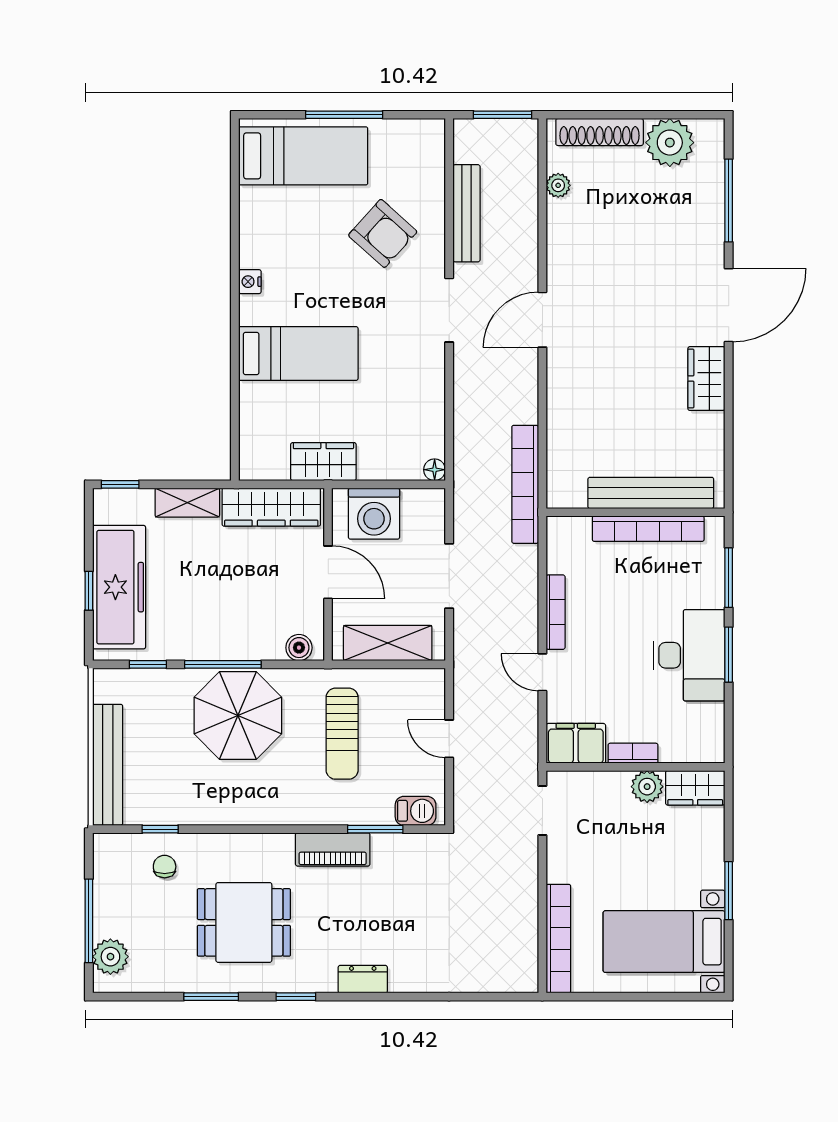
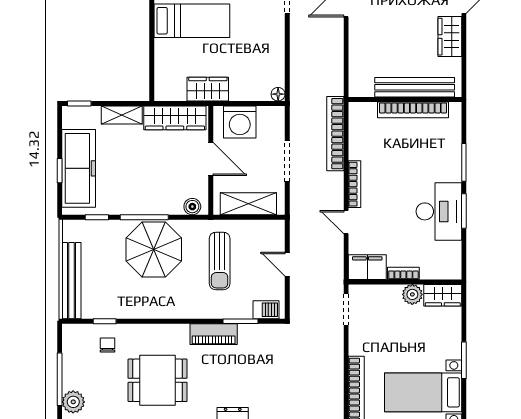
bookcase: (525, 484) -> (335, 134), moved
bench: (651, 493) -> (415, 87), moved
wall: (635, 512) -> (405, 99), moved
bookcase: (648, 529) -> (413, 110), moved

